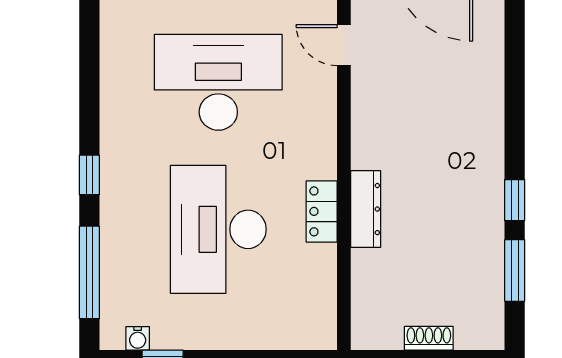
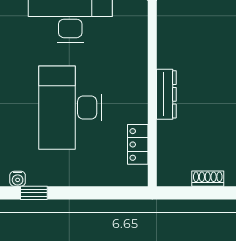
locker: (322, 211) -> (138, 144), moved

